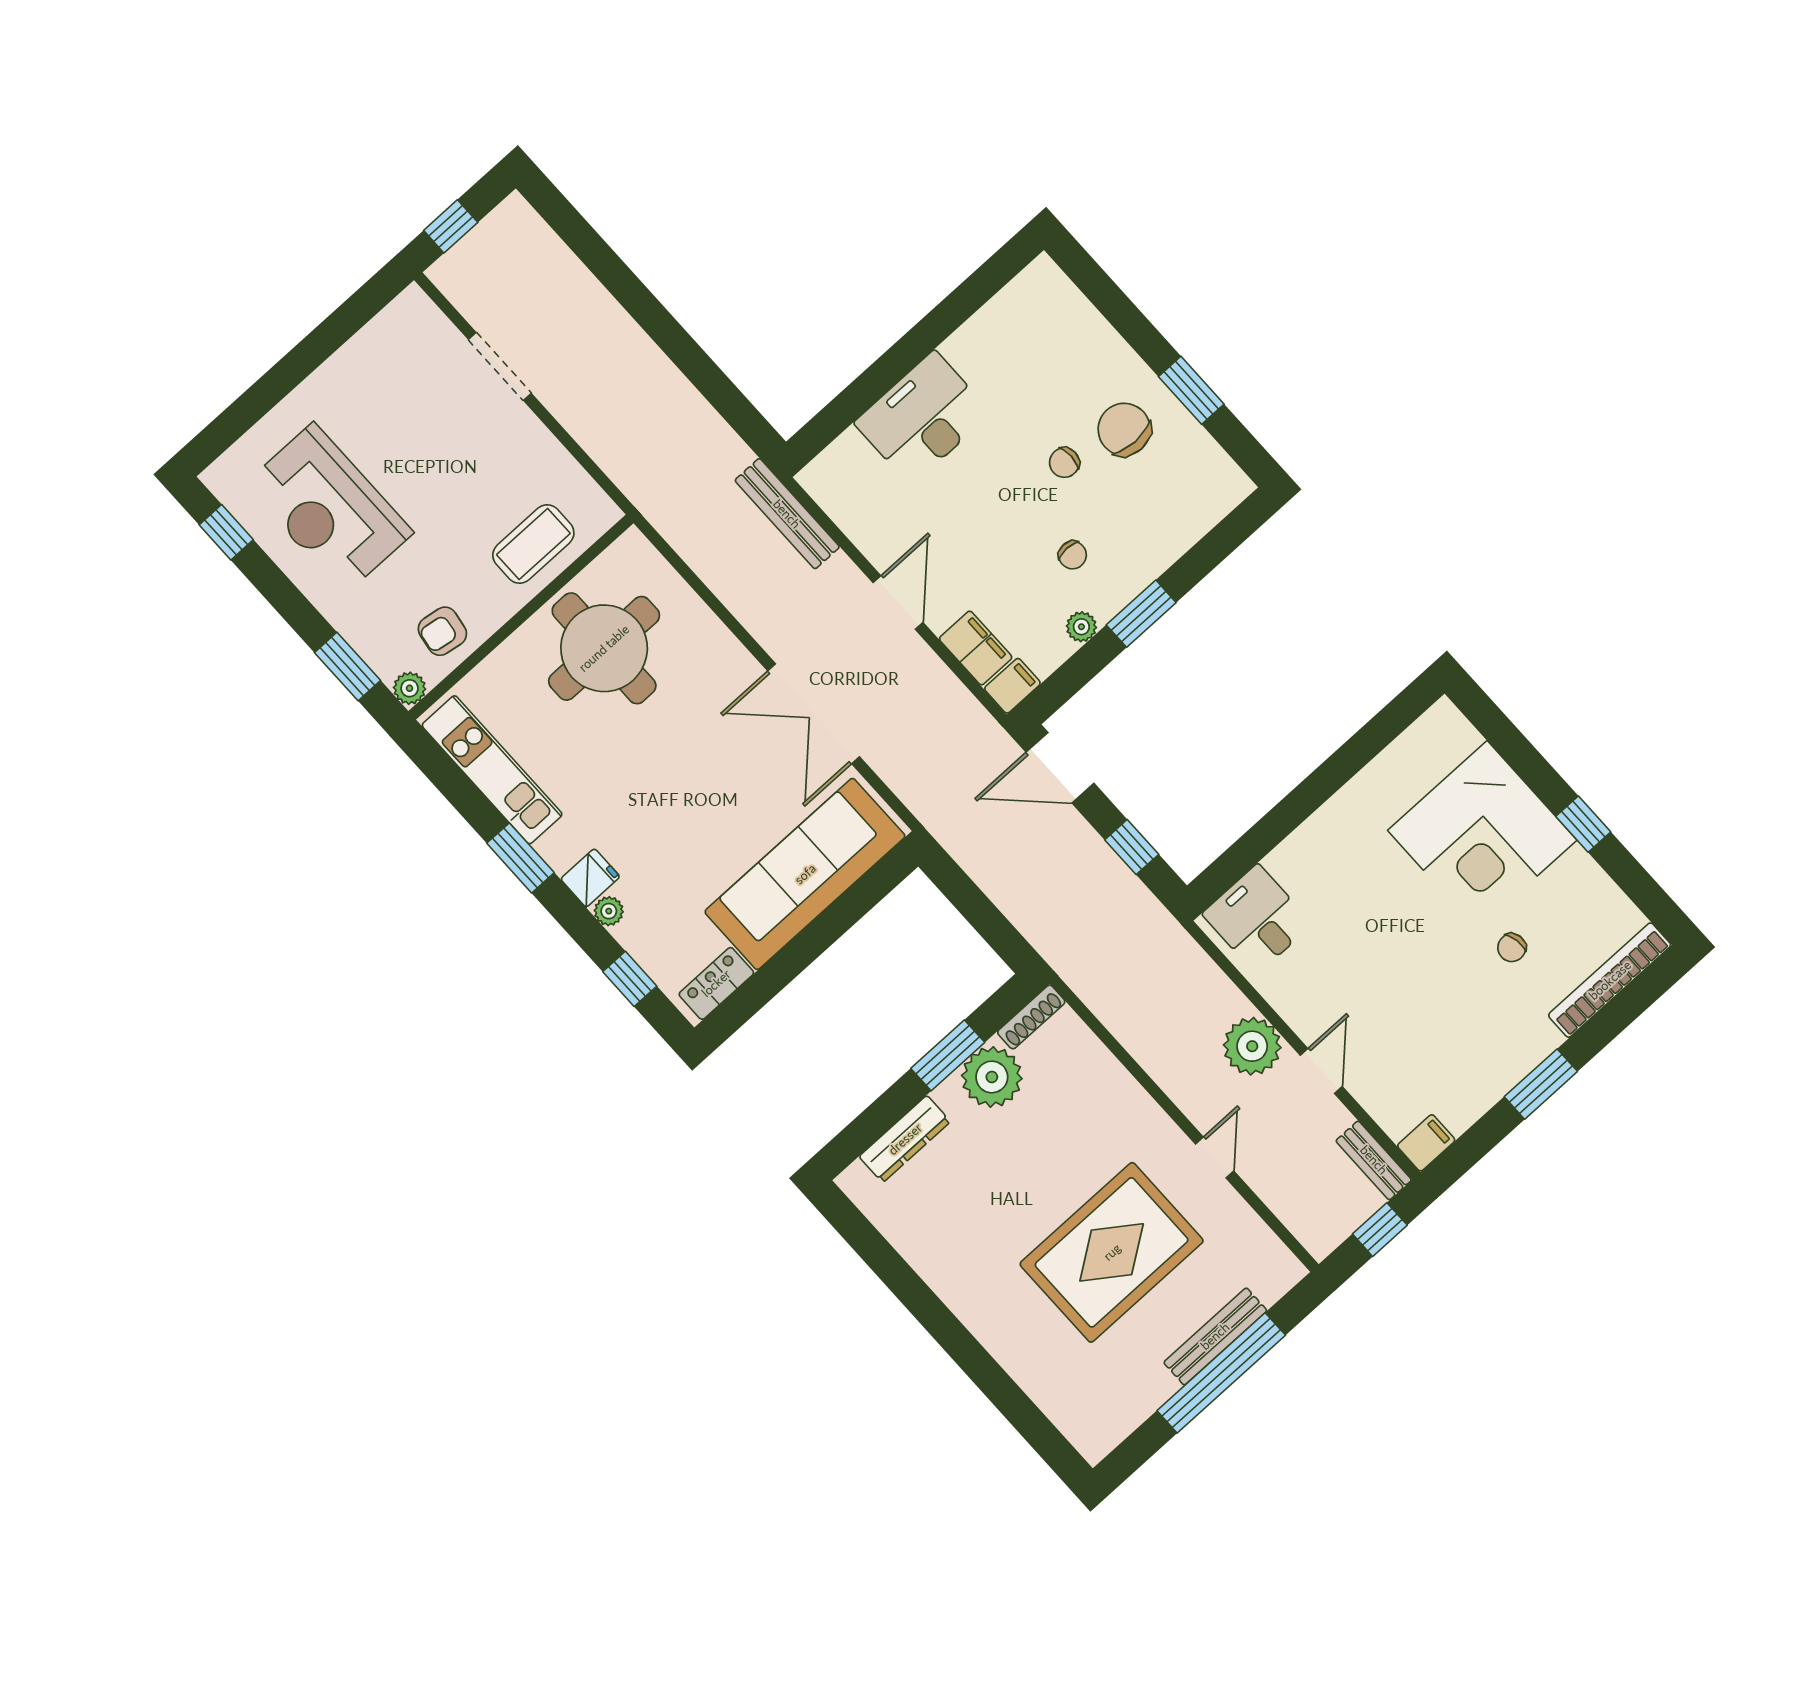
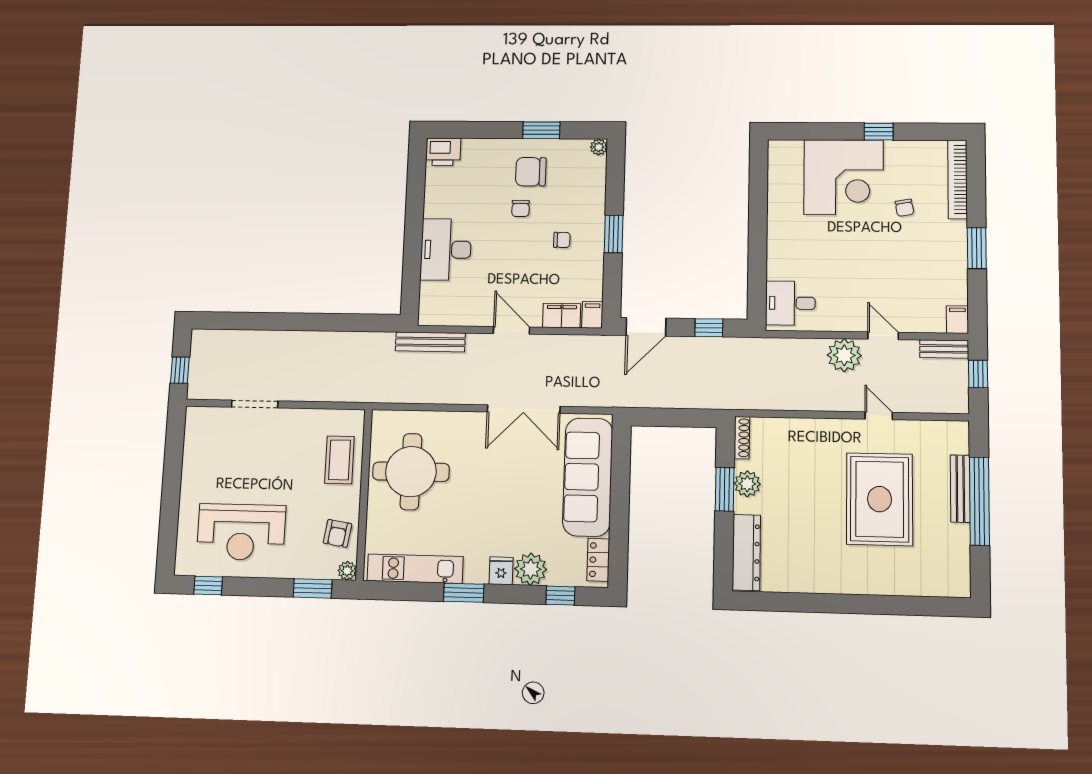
printer: (1046, 289) -> (443, 152), added
plant: (1081, 627) -> (599, 147), moved
plant: (609, 911) -> (531, 569), width x1.87, depth x1.87
plant: (992, 1077) -> (747, 484), width x0.73, depth x0.73
dresser: (905, 1139) -> (746, 553), width x1.37, depth x1.24

